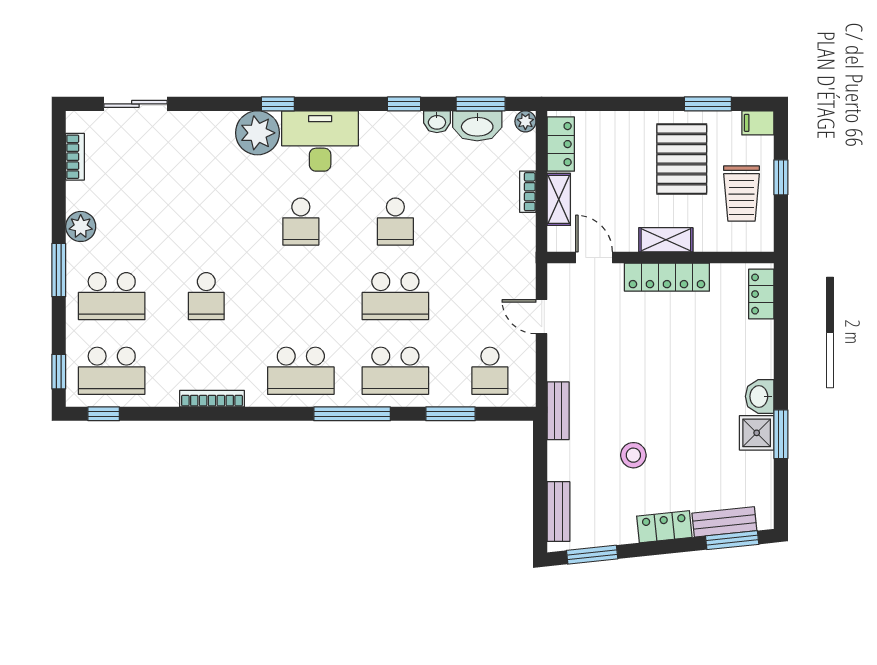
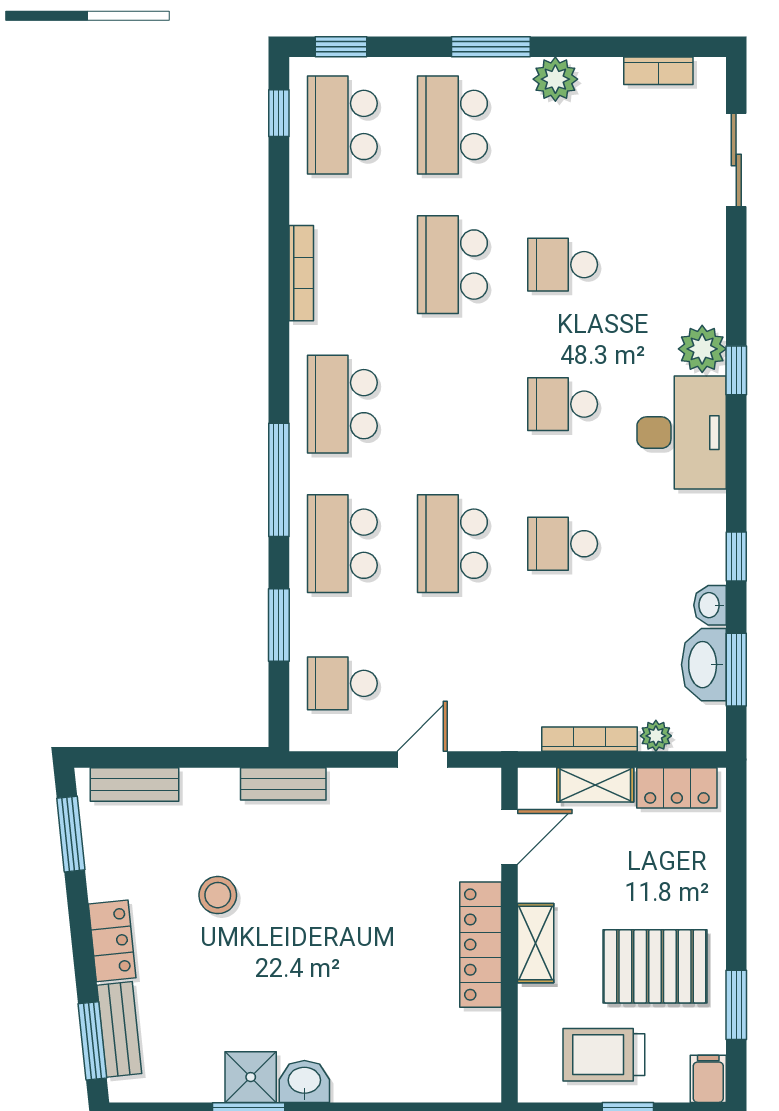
plant: (525, 121) -> (656, 736), moved
plant: (258, 133) -> (702, 349), width x0.73, depth x0.73
bookcase: (528, 192) -> (590, 739), width x1.56
school desk: (206, 222) -> (563, 265), added
locker: (761, 294) -> (456, 1084), removed
school desk: (206, 296) -> (452, 265), width x1.85

